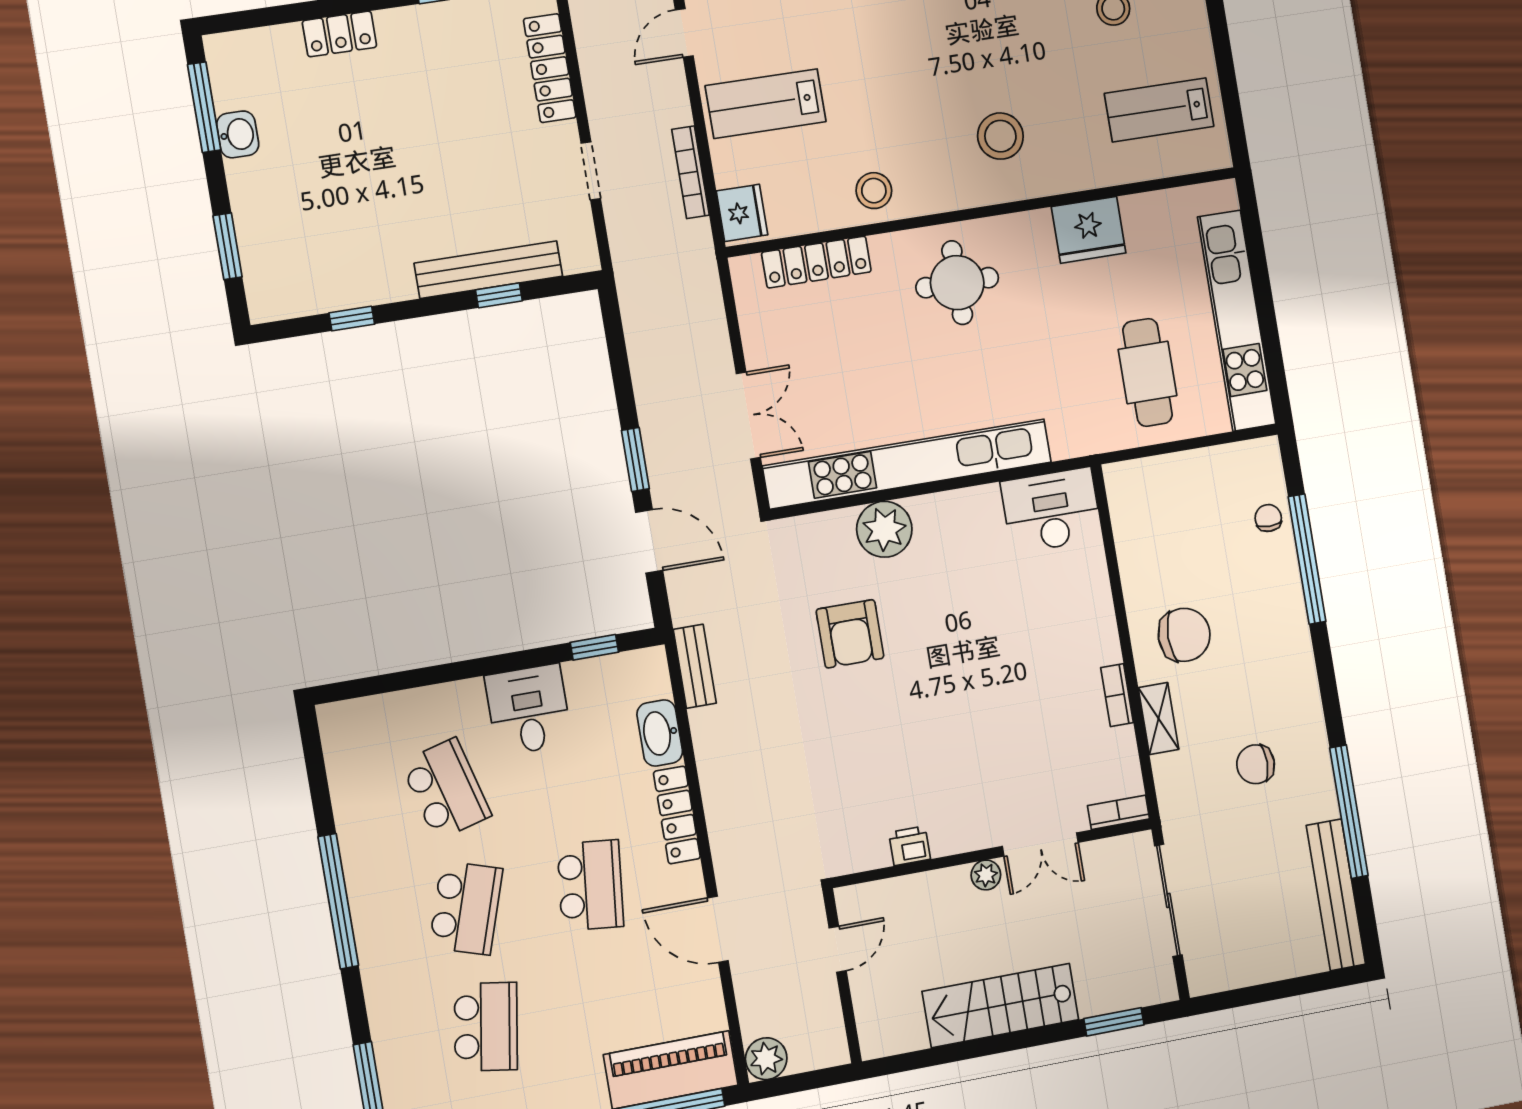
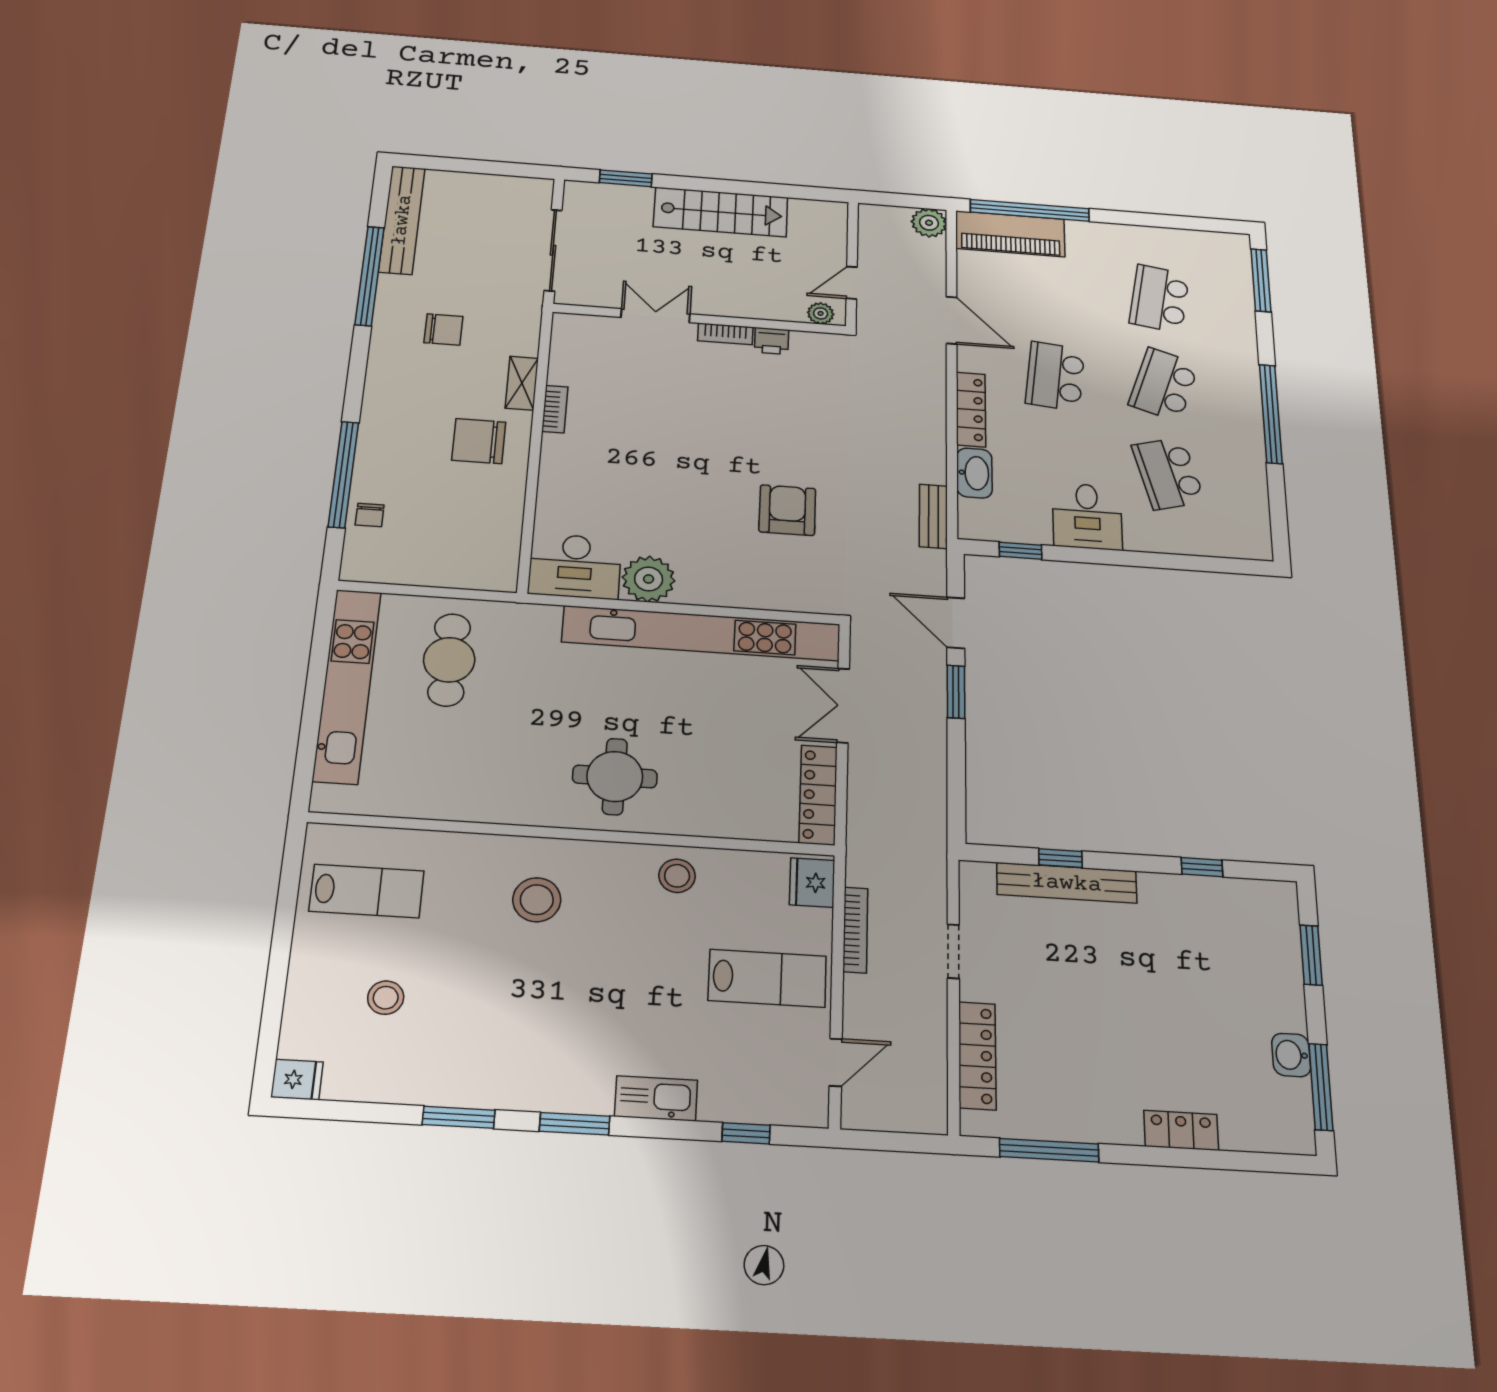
fridge: (1089, 230) -> (471, 796), removed
locker: (816, 262) -> (818, 795), moved, turned -90
plant: (884, 529) -> (649, 579), moved
bookcase: (1118, 812) -> (725, 334), moved
plant: (986, 875) -> (821, 313), moved

